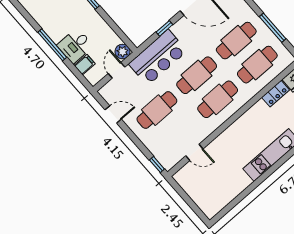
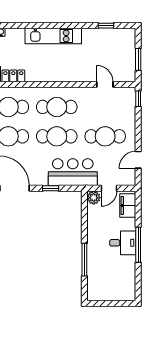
desk: (75, 46) -> (123, 243), moved
filing cabinet: (85, 65) -> (128, 205), width x2.00
door: (113, 114) -> (138, 160), hinge flipped
window: (185, 197) -> (138, 59), added
window: (236, 201) -> (106, 26), added

